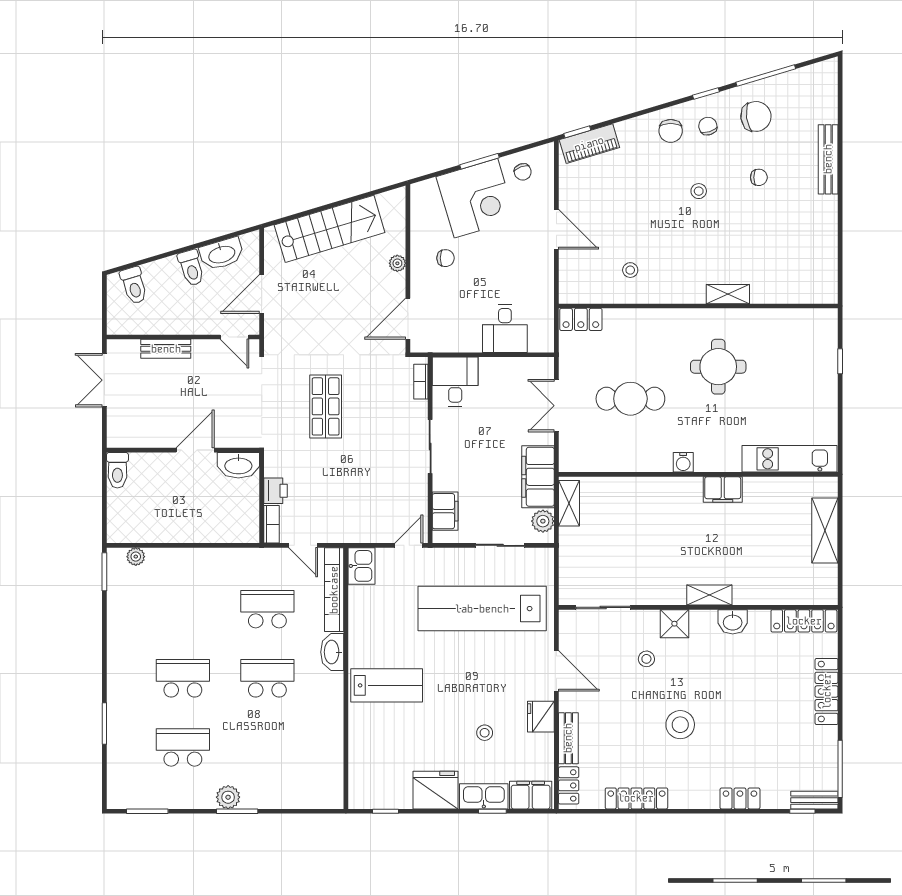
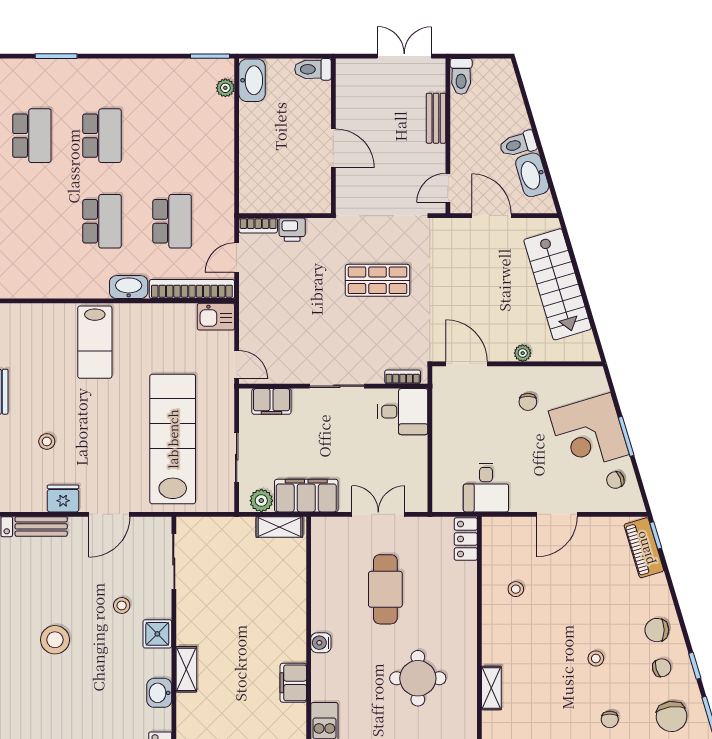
toilet: (134, 285) -> (461, 76), moved, turned -73
desk: (505, 329) -> (486, 488), moved, turned -90
washbasin: (238, 465) -> (252, 80), moved, turned 180

